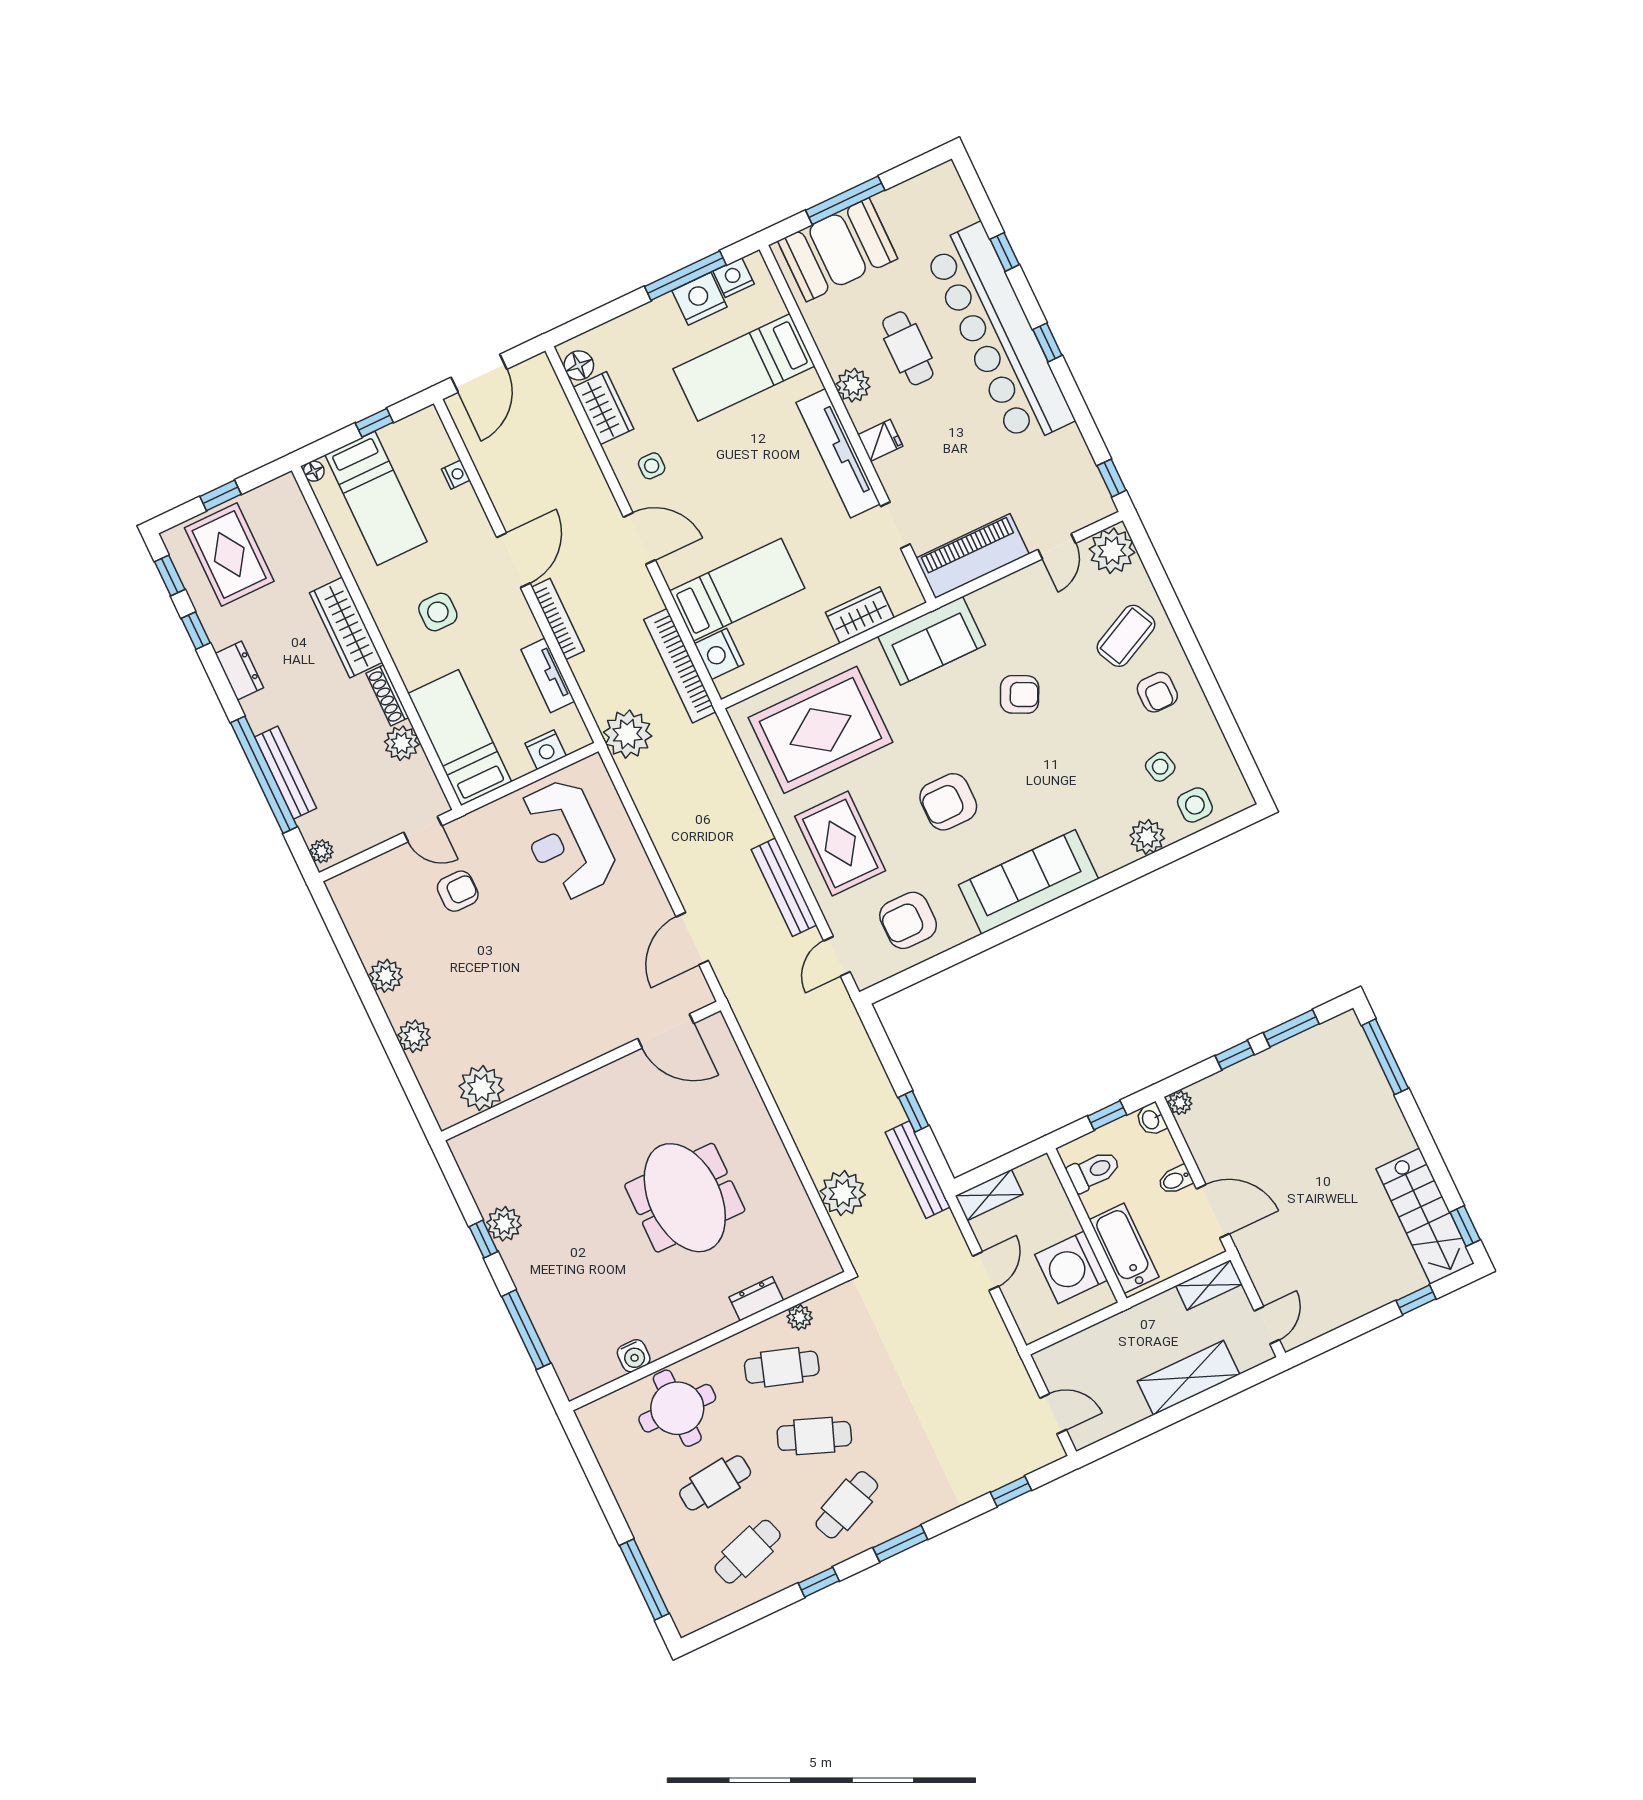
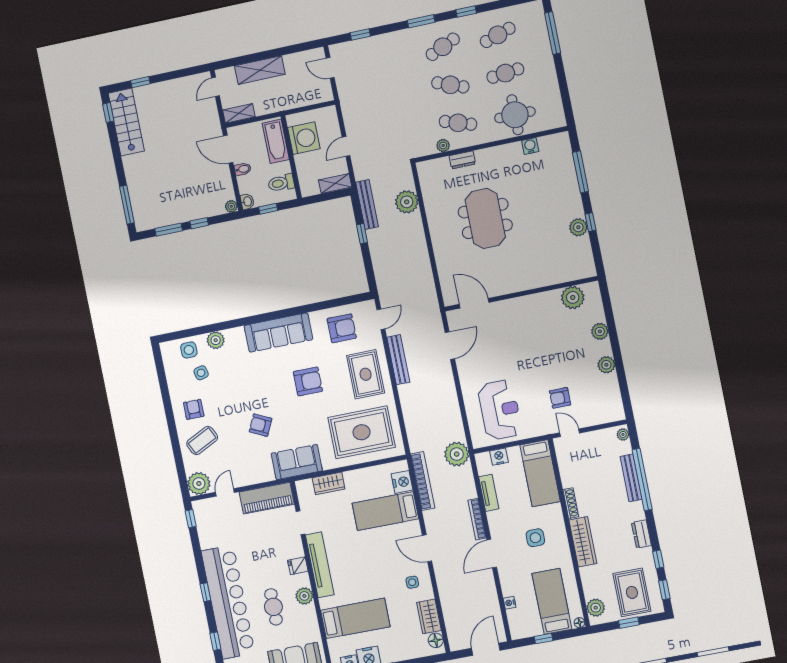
plant: (402, 743) -> (596, 608), moved

